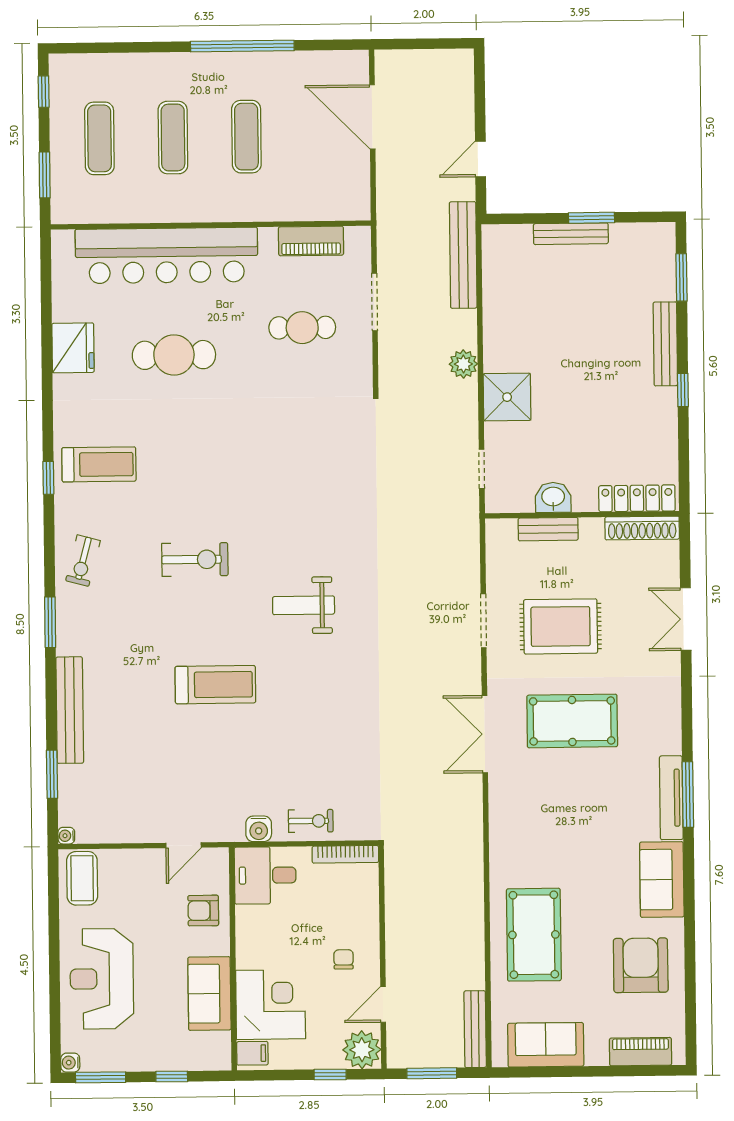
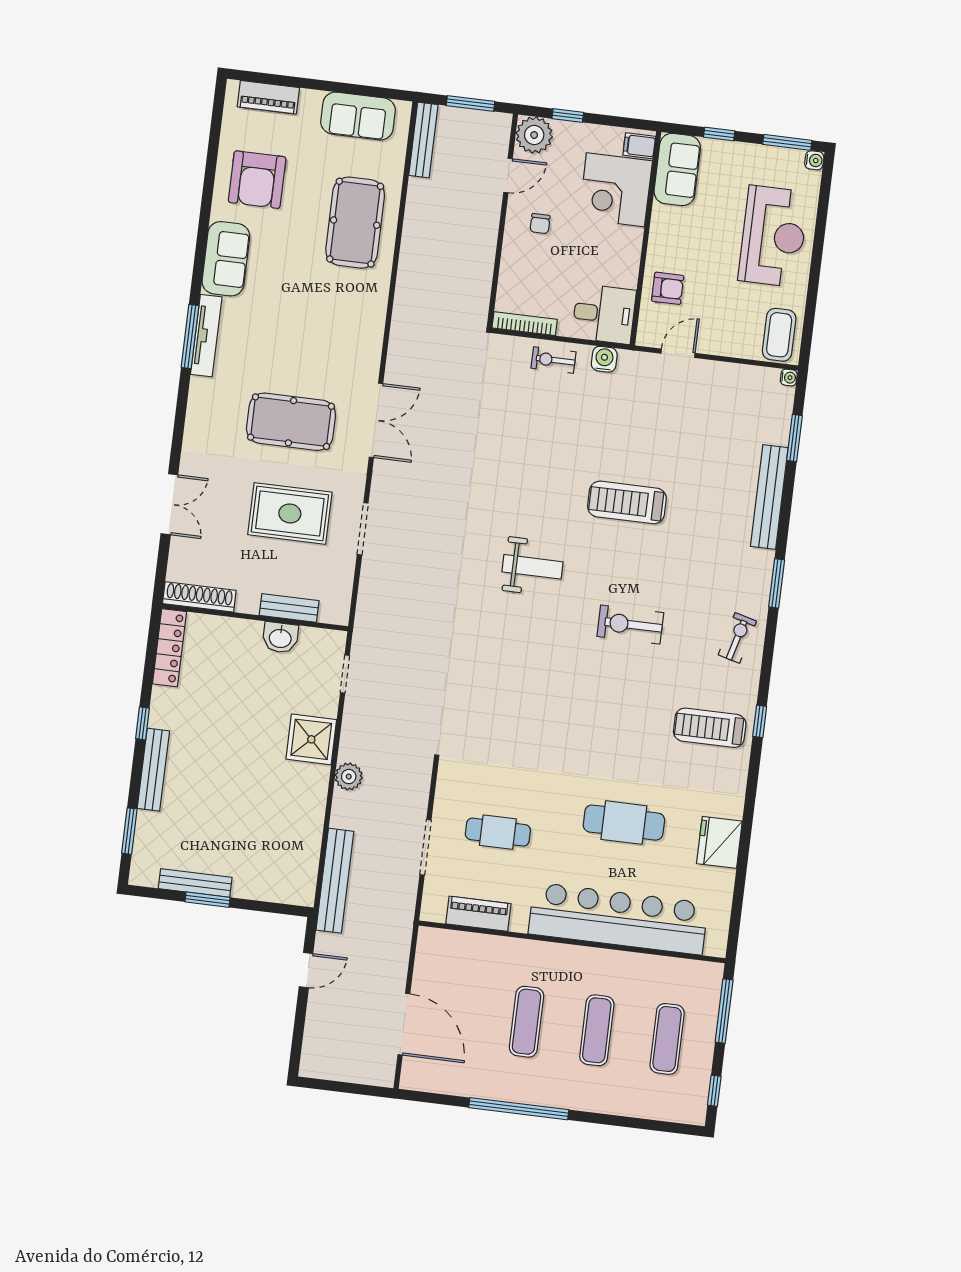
window: (45, 175) -> (724, 1011), width x1.44
bench: (571, 234) -> (195, 883), moved
locker: (637, 498) -> (170, 648), moved, turned -90
sofa: (209, 994) -> (677, 170), moved

